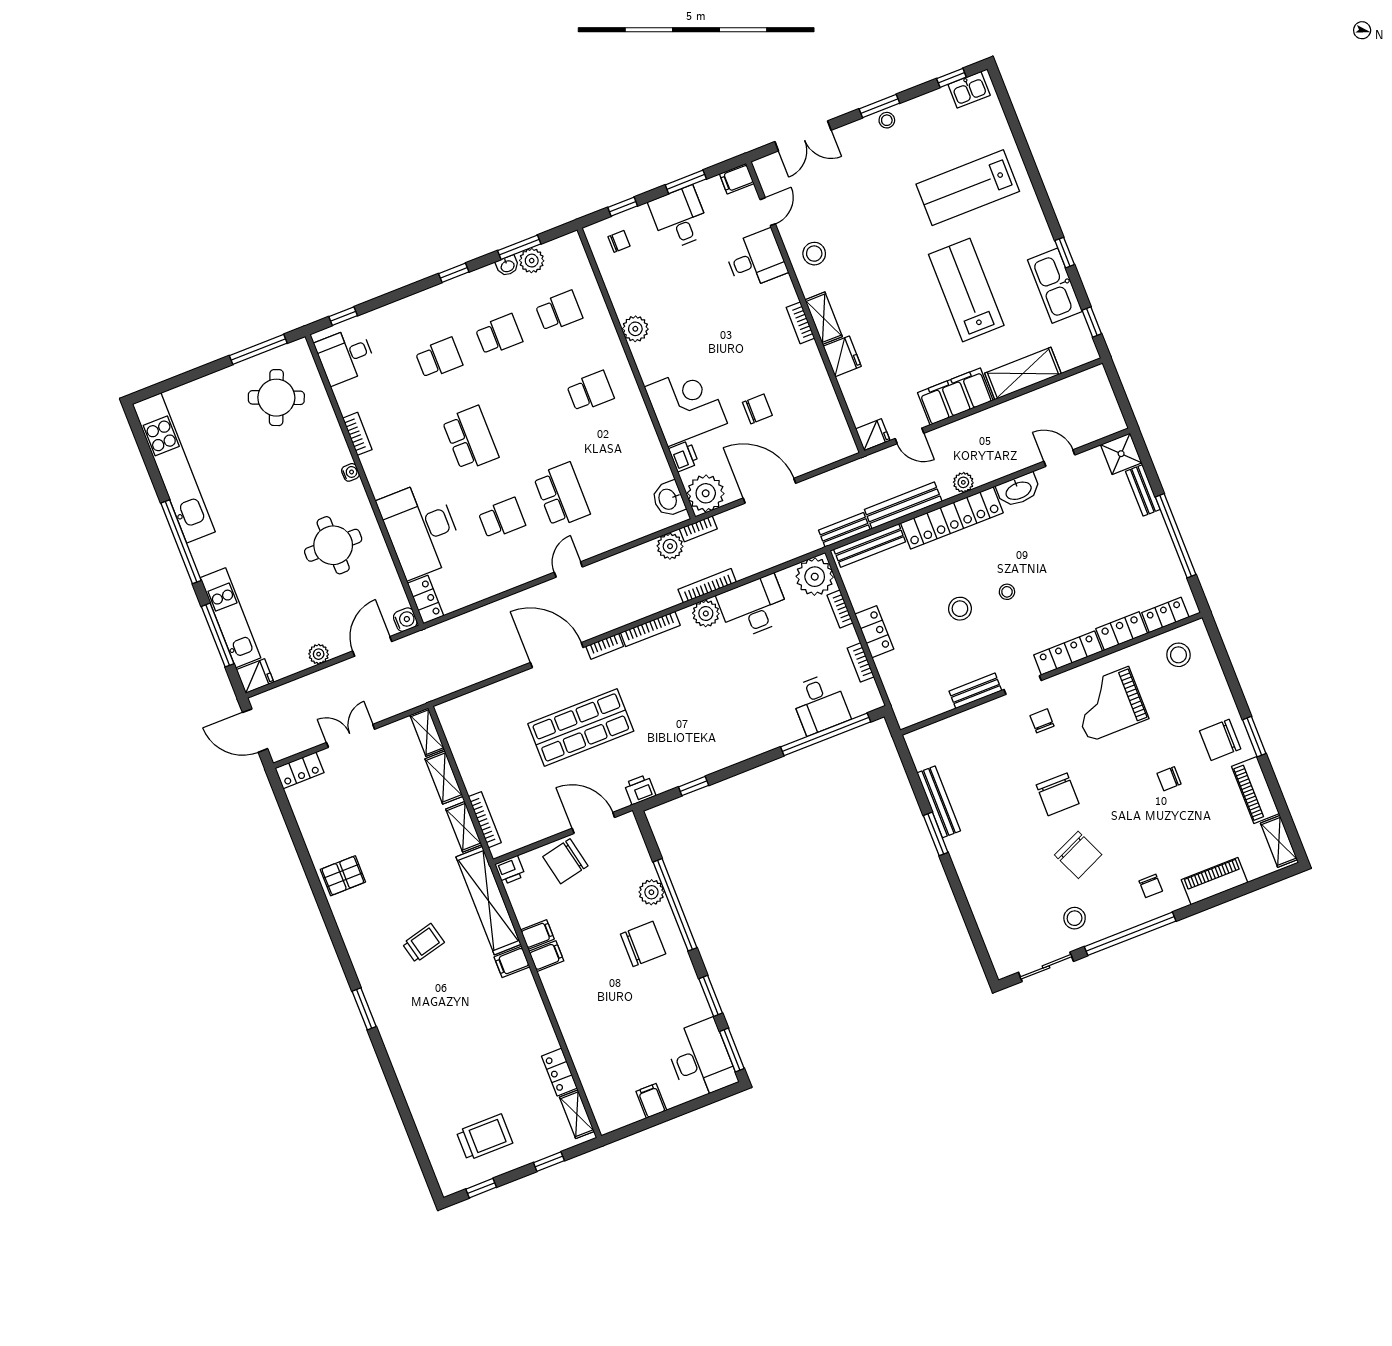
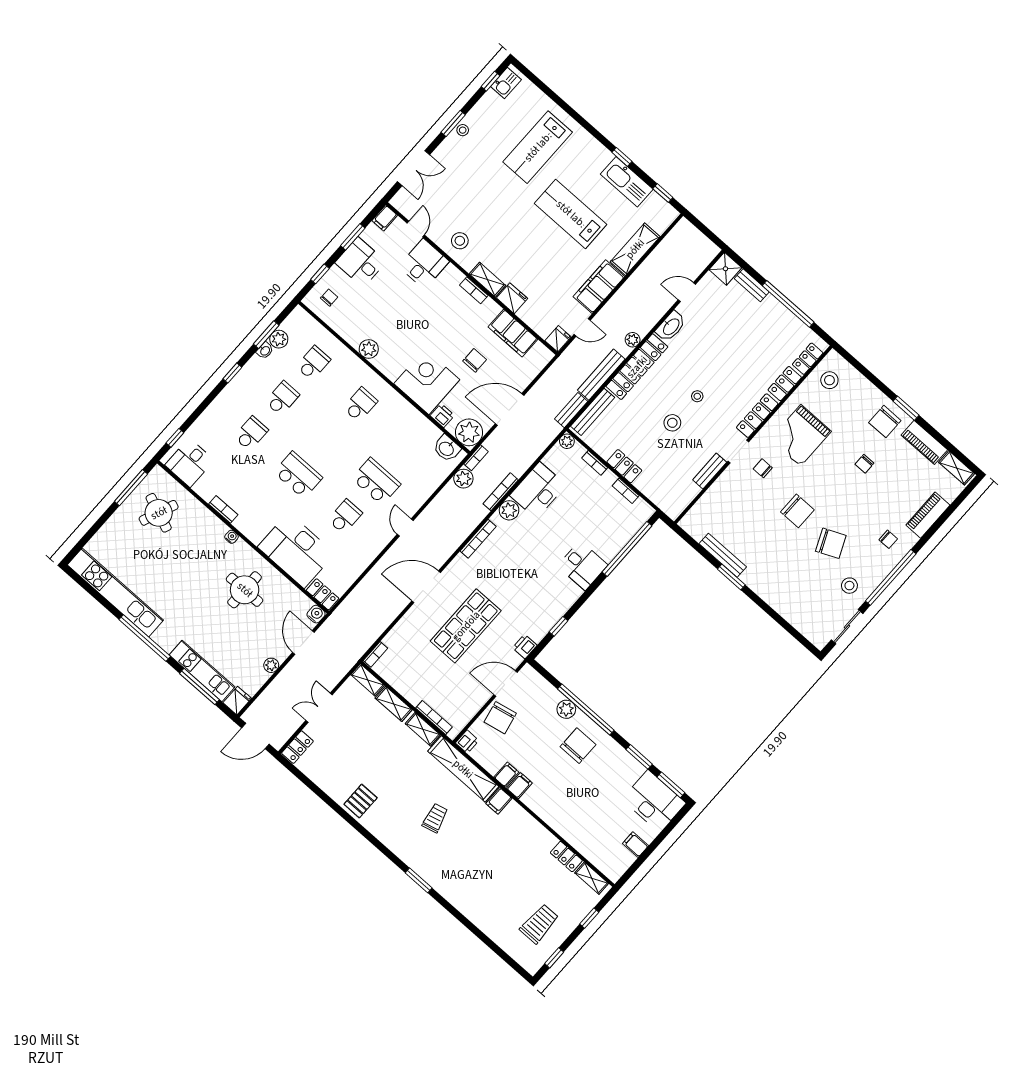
filing cabinet: (821, 399) -> (513, 333), added
plant: (815, 577) -> (567, 441), width x0.53, depth x0.53
bookcase: (605, 646) -> (375, 654), moved
desk: (820, 704) -> (582, 566), moved

